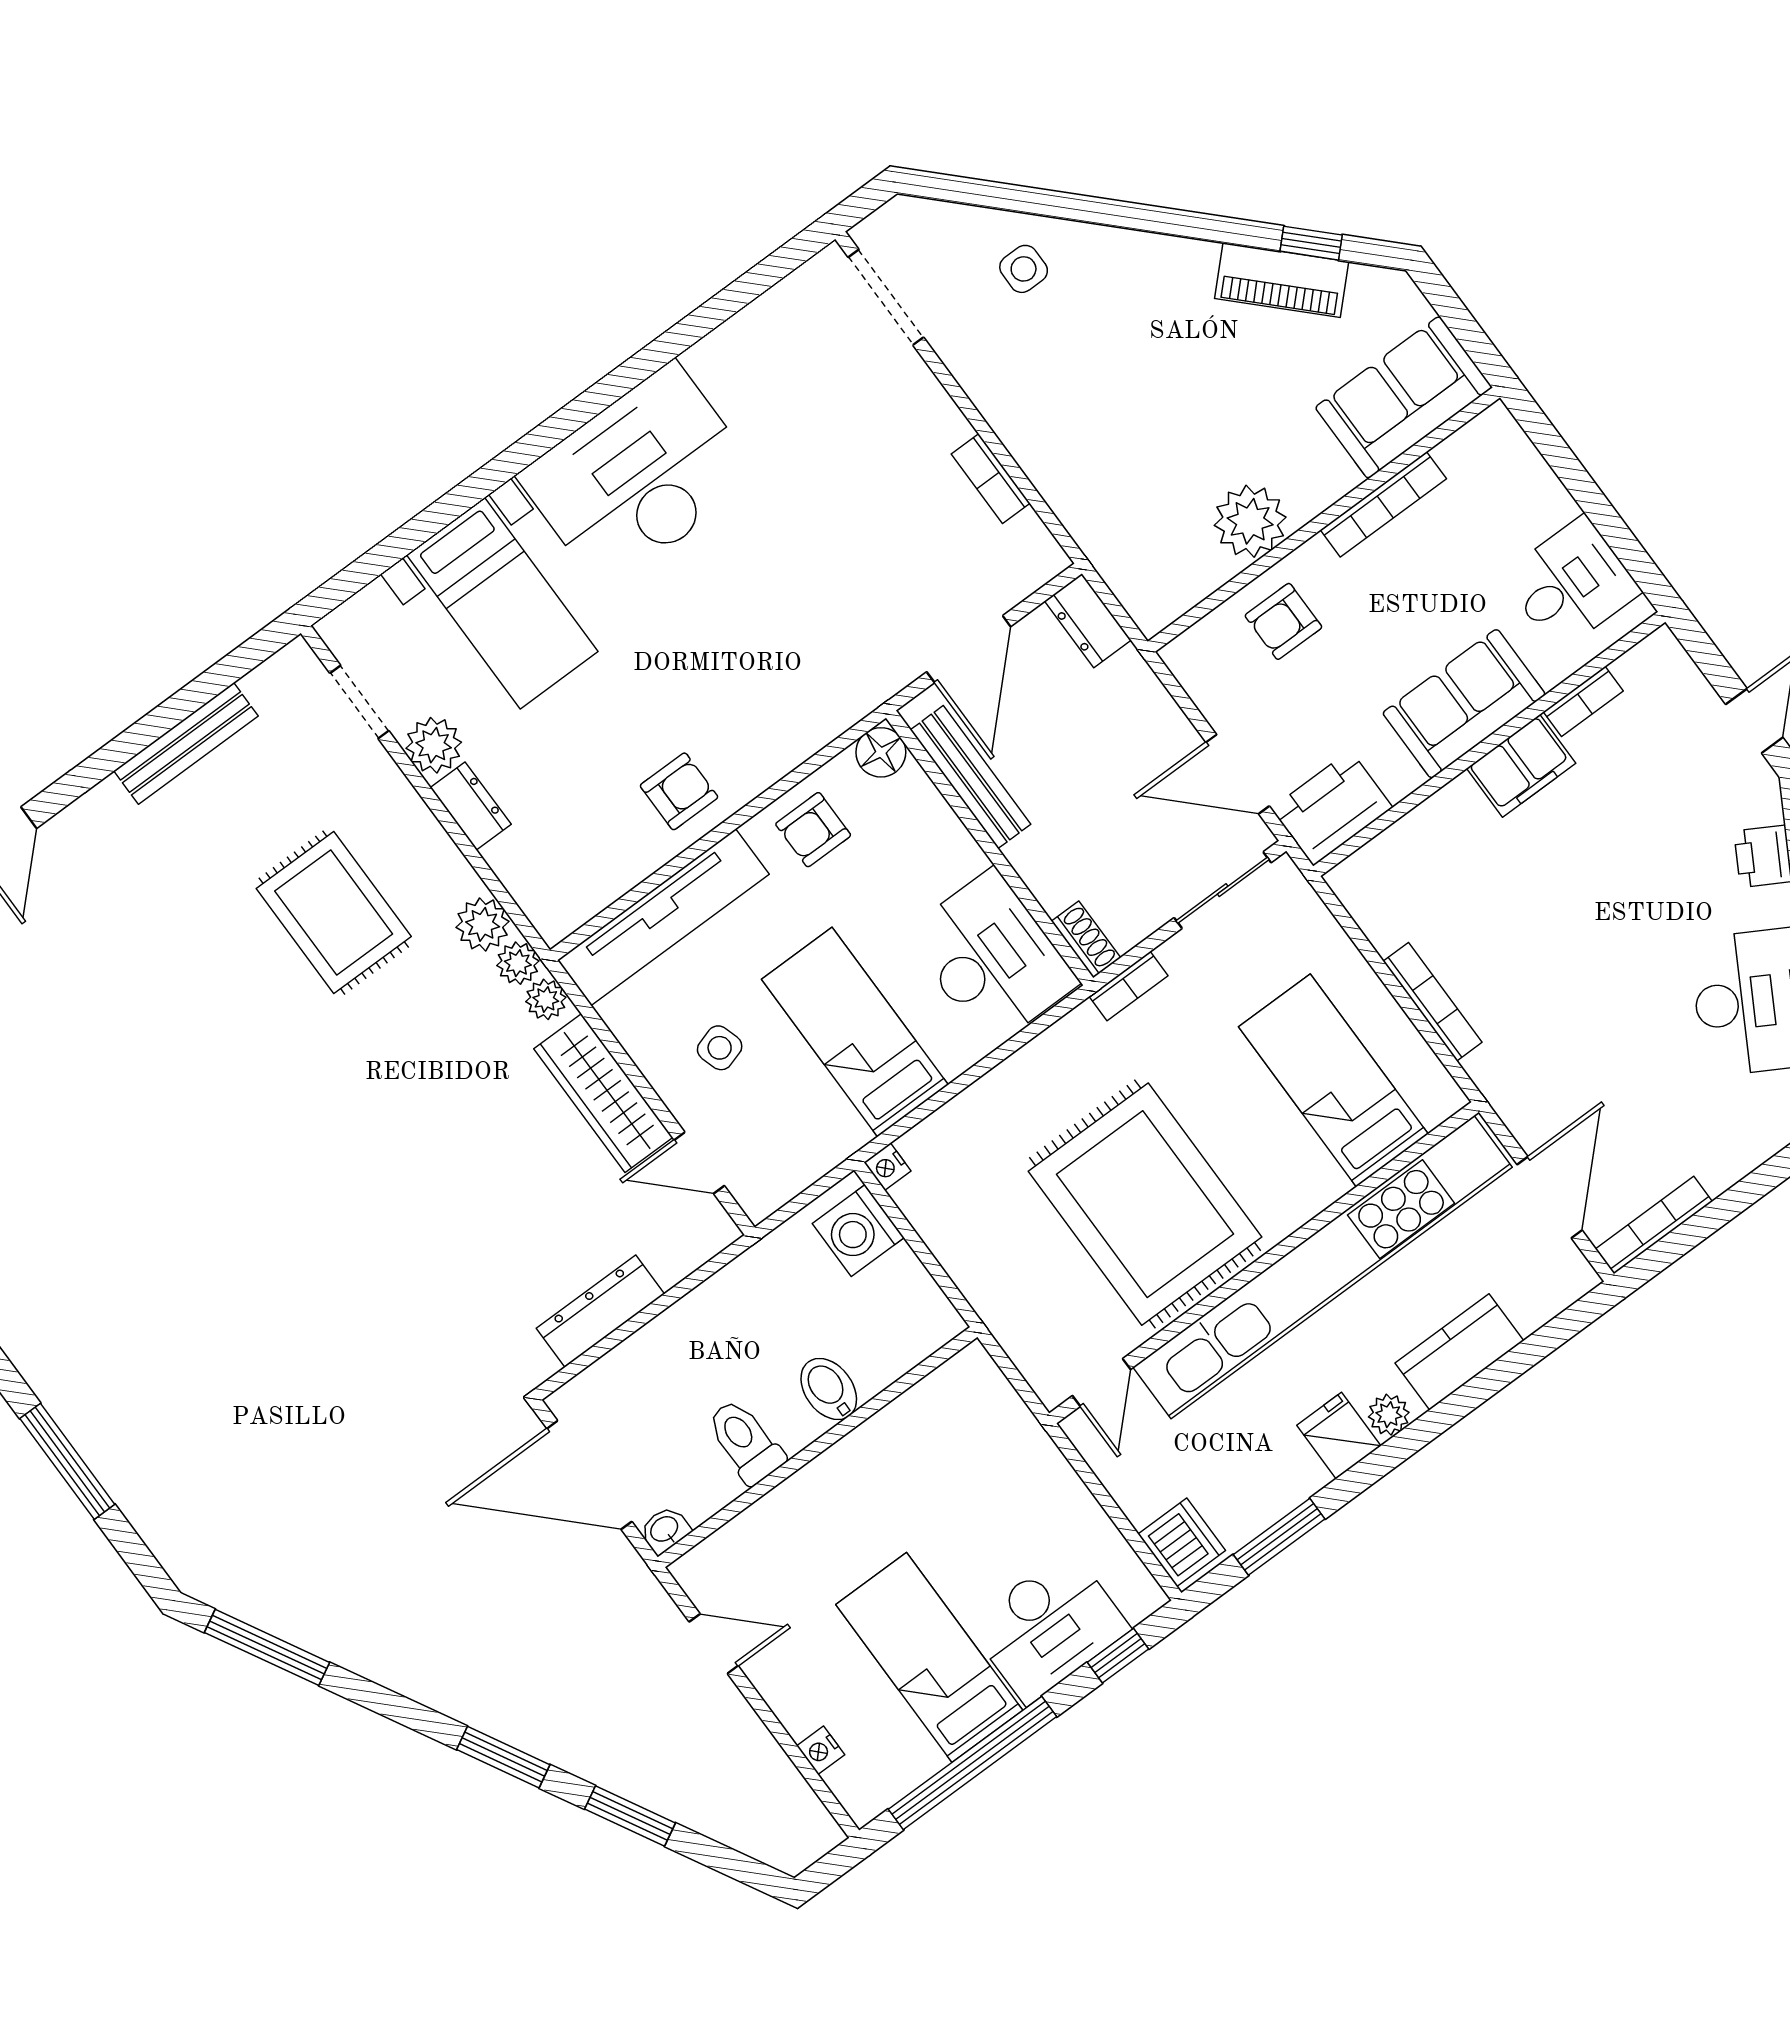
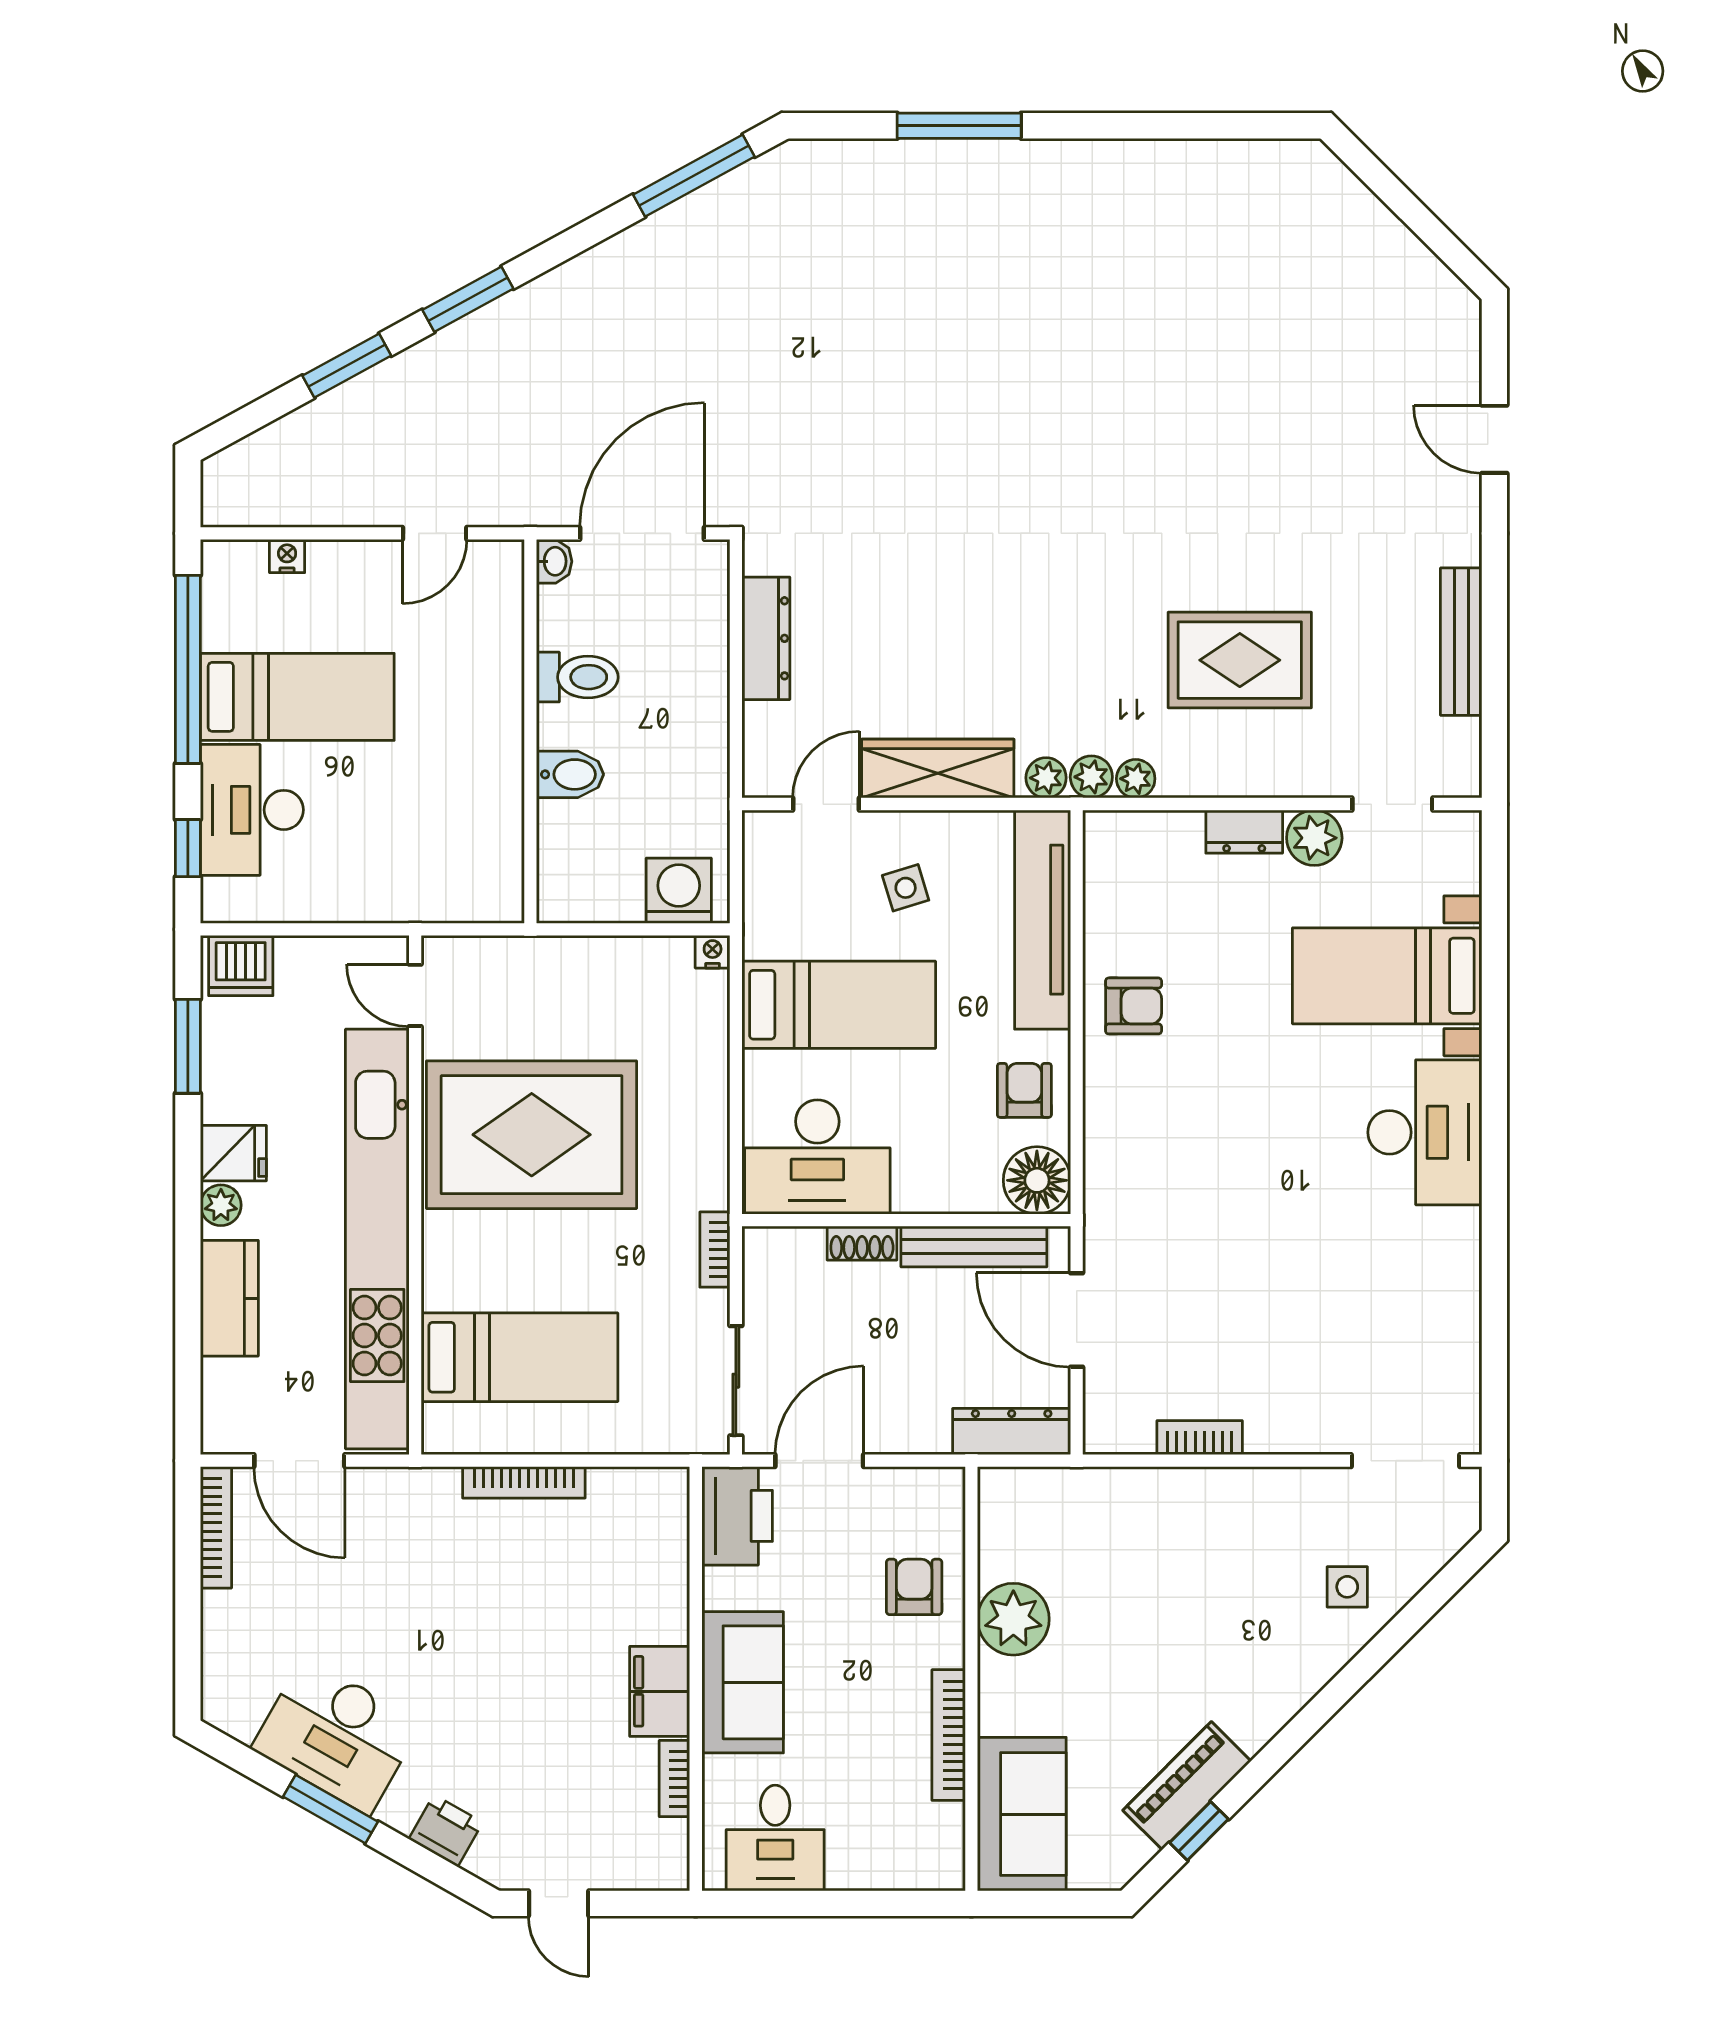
desk: (639, 477) -> (1425, 1132), width x0.73, depth x0.77
dresser: (1088, 621) -> (1012, 1432), width x1.44
floor lamp: (881, 752) -> (1037, 1180), width x1.38, depth x1.38
armchair: (679, 791) -> (1134, 1006), turned -90
plant: (483, 924) -> (1136, 779), width x0.73, depth x0.73
shoe rack: (1086, 939) -> (862, 1243), moved

